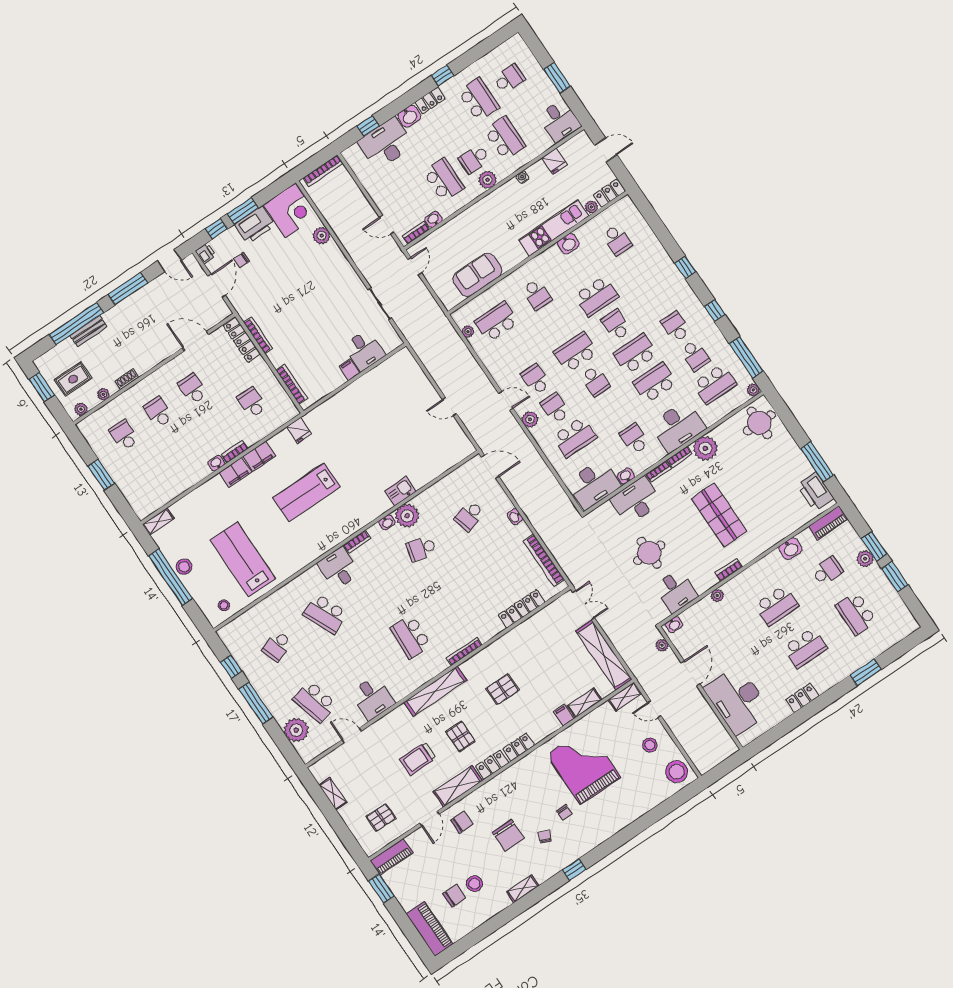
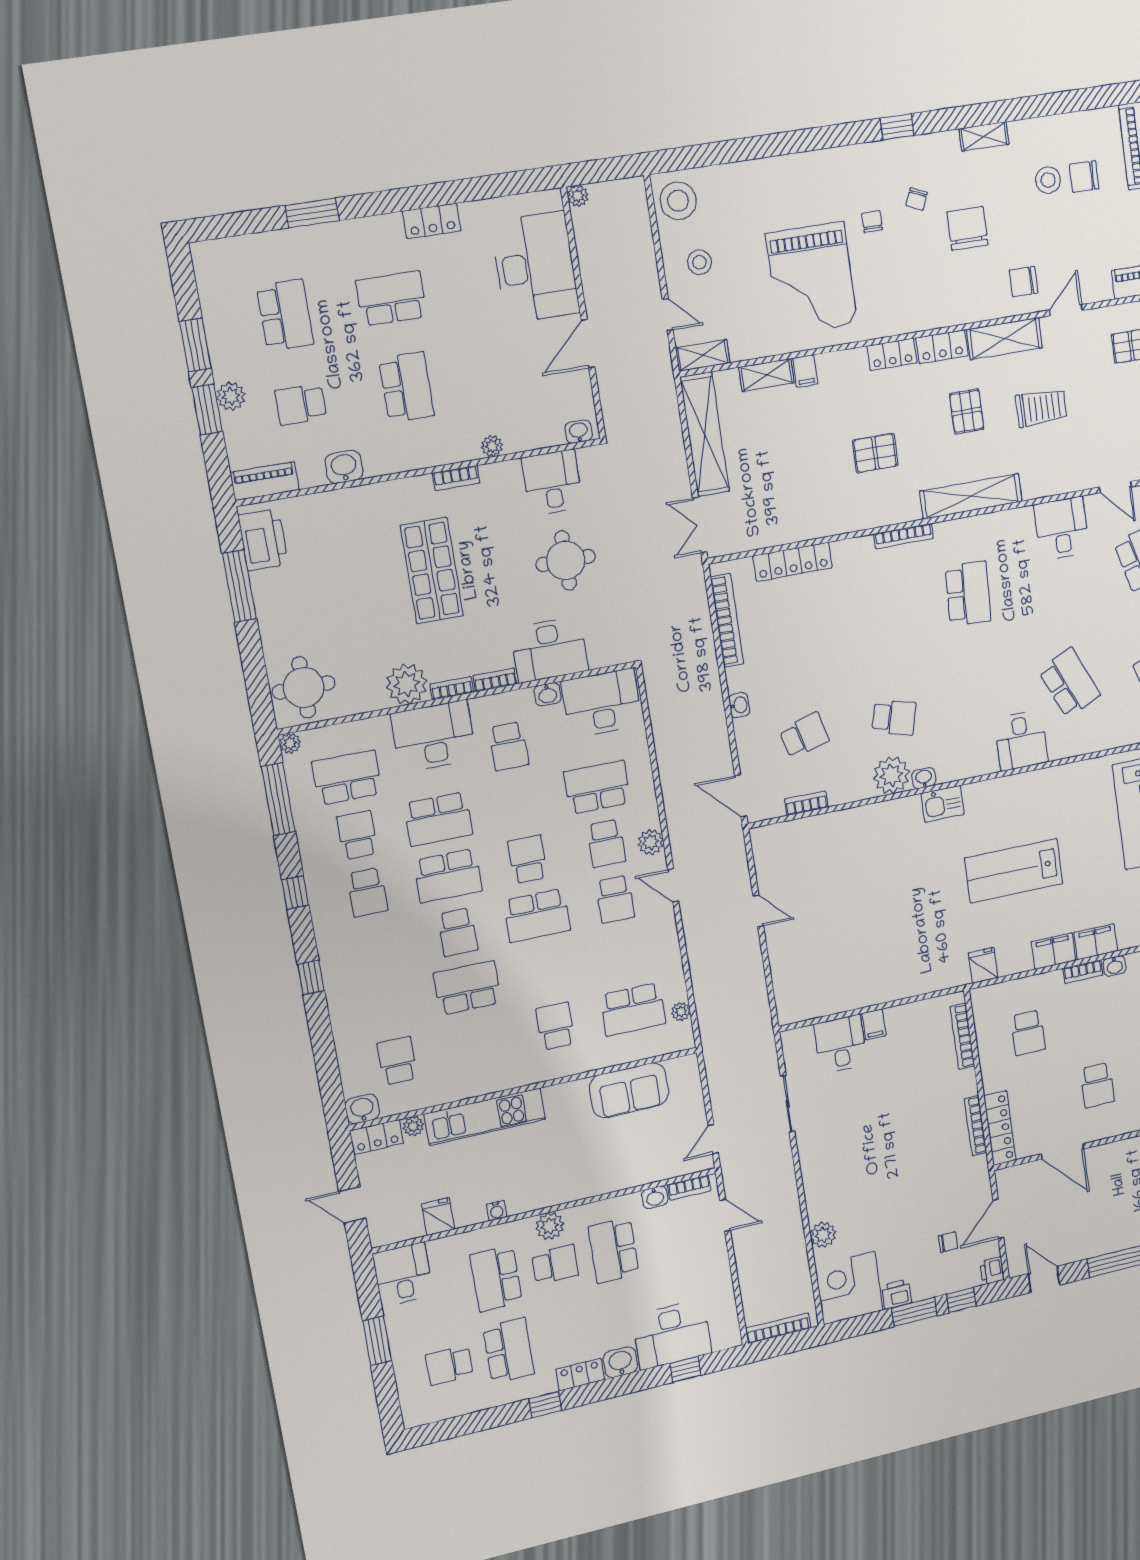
school desk: (478, 99) -> (509, 1351), turned 180
printer: (255, 225) -> (897, 1294), width x0.53, depth x0.68
washbasin: (568, 244) -> (362, 1109), moved
kitchen sink: (400, 491) -> (943, 804), moved
lab bench: (307, 492) -> (1014, 871), turned 180
bookcase: (357, 542) -> (806, 803), moved
school desk: (777, 606) -> (407, 387), turned 90
plant: (662, 645) -> (578, 196), moved

